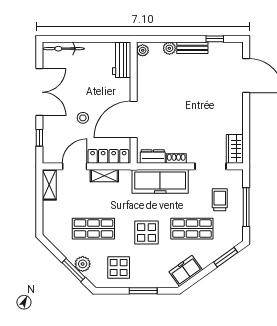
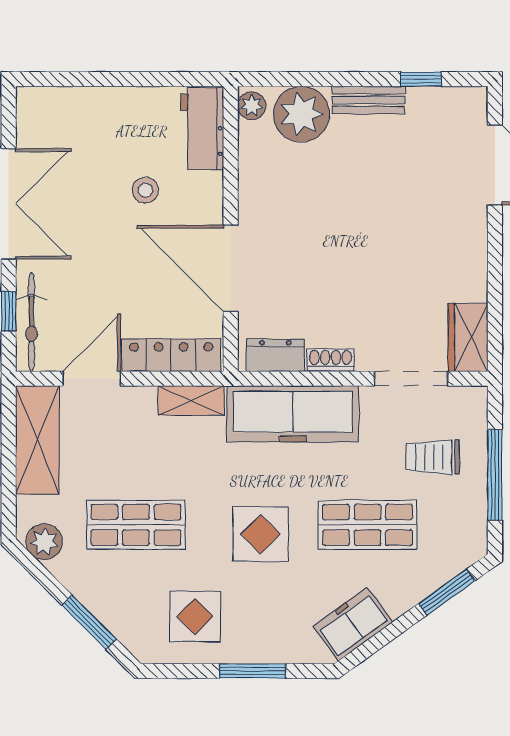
plant: (169, 48) -> (301, 114), width x1.88, depth x1.88
bicycle: (63, 49) -> (31, 322), moved, turned -90
stool: (83, 118) -> (145, 190), moved
door: (134, 119) -> (231, 268), hinge flipped
shelving: (104, 176) -> (191, 400), moved
shelving: (49, 185) -> (37, 440), width x1.50, depth x1.33
trolley: (220, 200) -> (433, 457), turned -90
plant: (83, 264) -> (44, 542), moved

